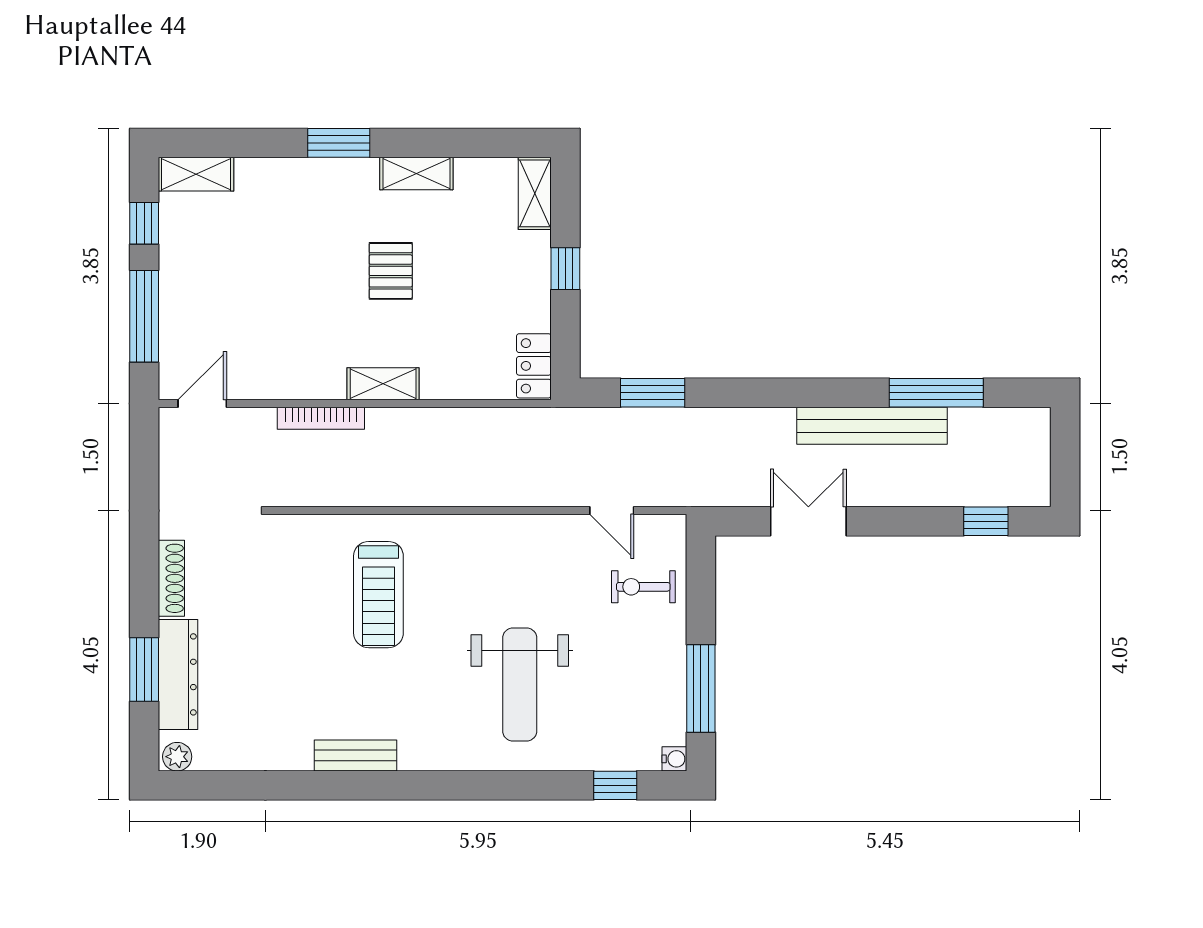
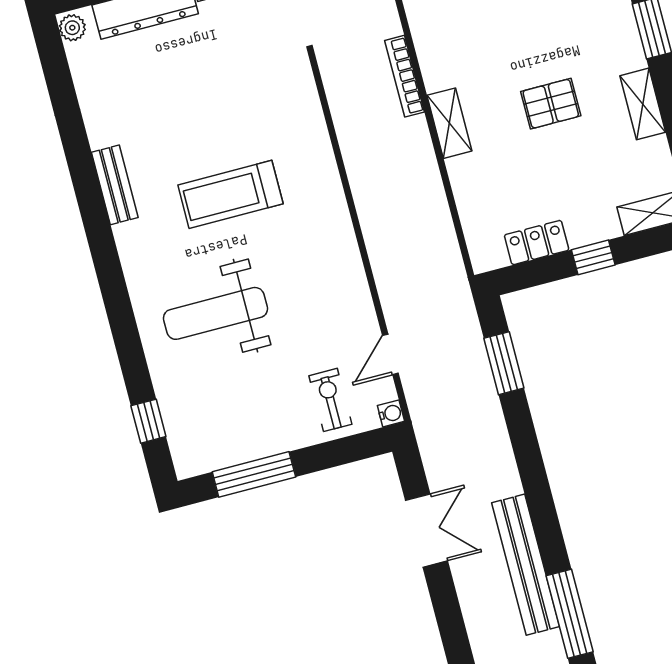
locker: (534, 366) -> (537, 243), moved
treadmill: (378, 595) -> (230, 194), moved
water cooler: (674, 759) -> (391, 413), moved, turned -90

